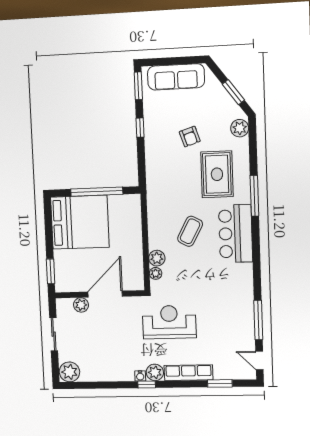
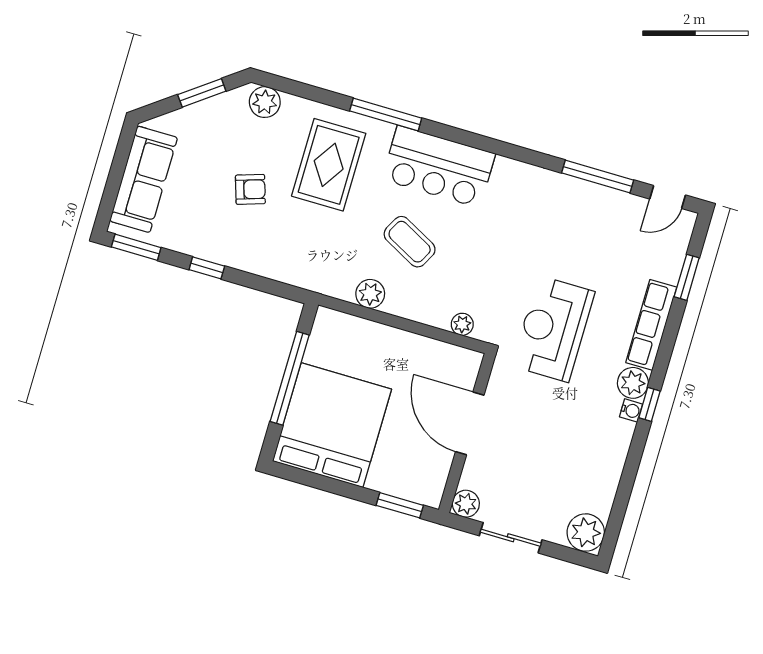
rug: (217, 174) -> (329, 165), turned 90
plant: (157, 258) -> (370, 294), moved
plant: (81, 305) -> (466, 504), moved

